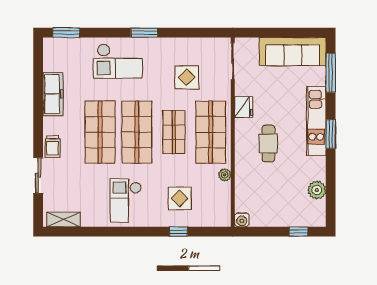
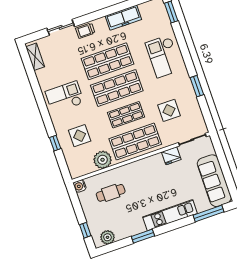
window: (144, 33) -> (197, 86), moved
fridge: (244, 107) -> (171, 156), moved
window: (331, 134) -> (143, 236), moved
cafe table: (269, 143) -> (111, 193), moved
plant: (225, 175) -> (103, 160), width x1.87, depth x1.87
plant: (317, 190) -> (107, 237), moved

